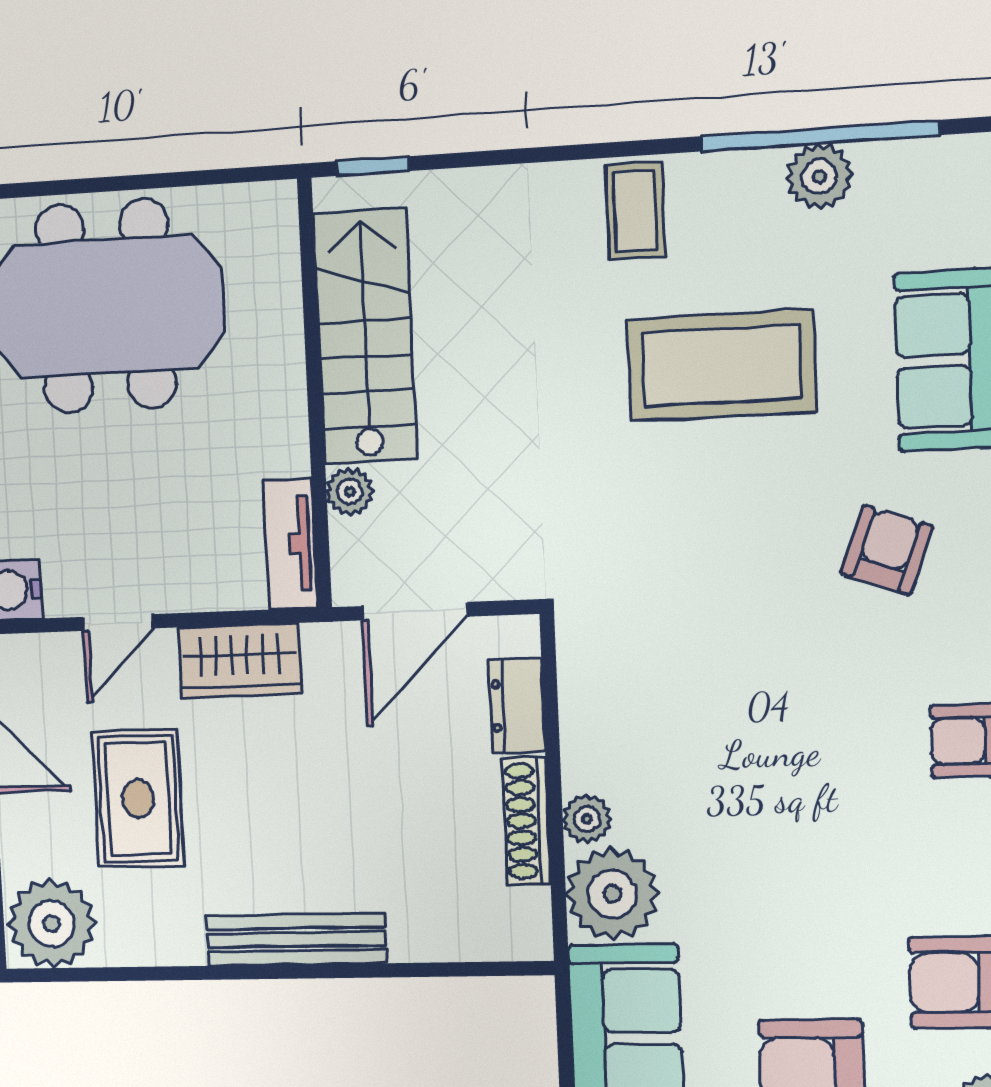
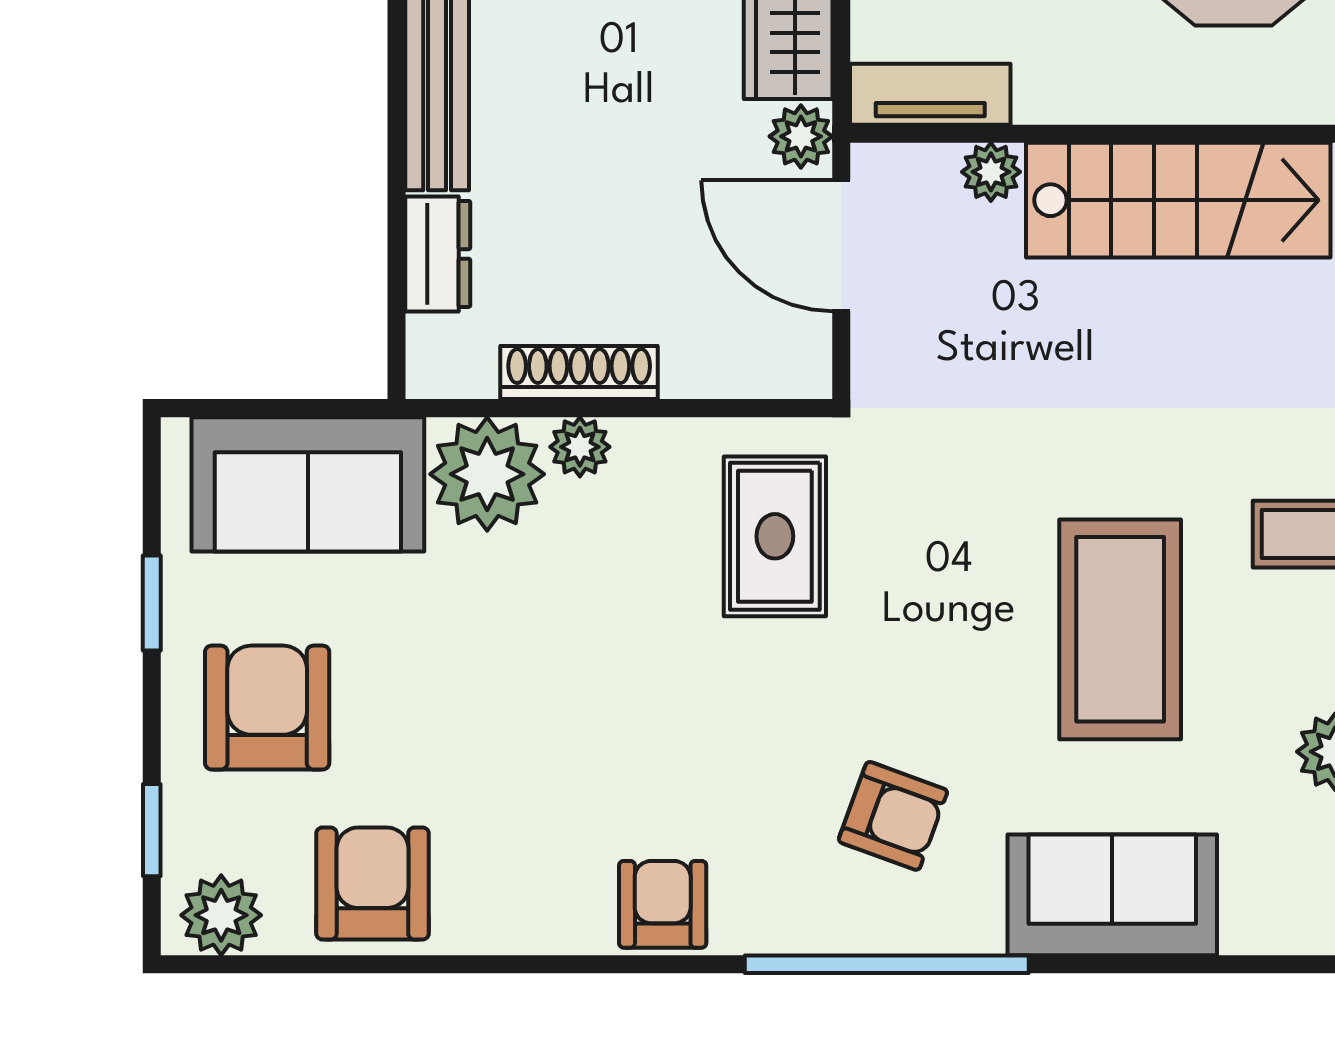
plant: (329, 647) -> (801, 136), added
rug: (654, 657) -> (775, 536), added
dresser: (517, 706) -> (438, 254), moved, turned 90

